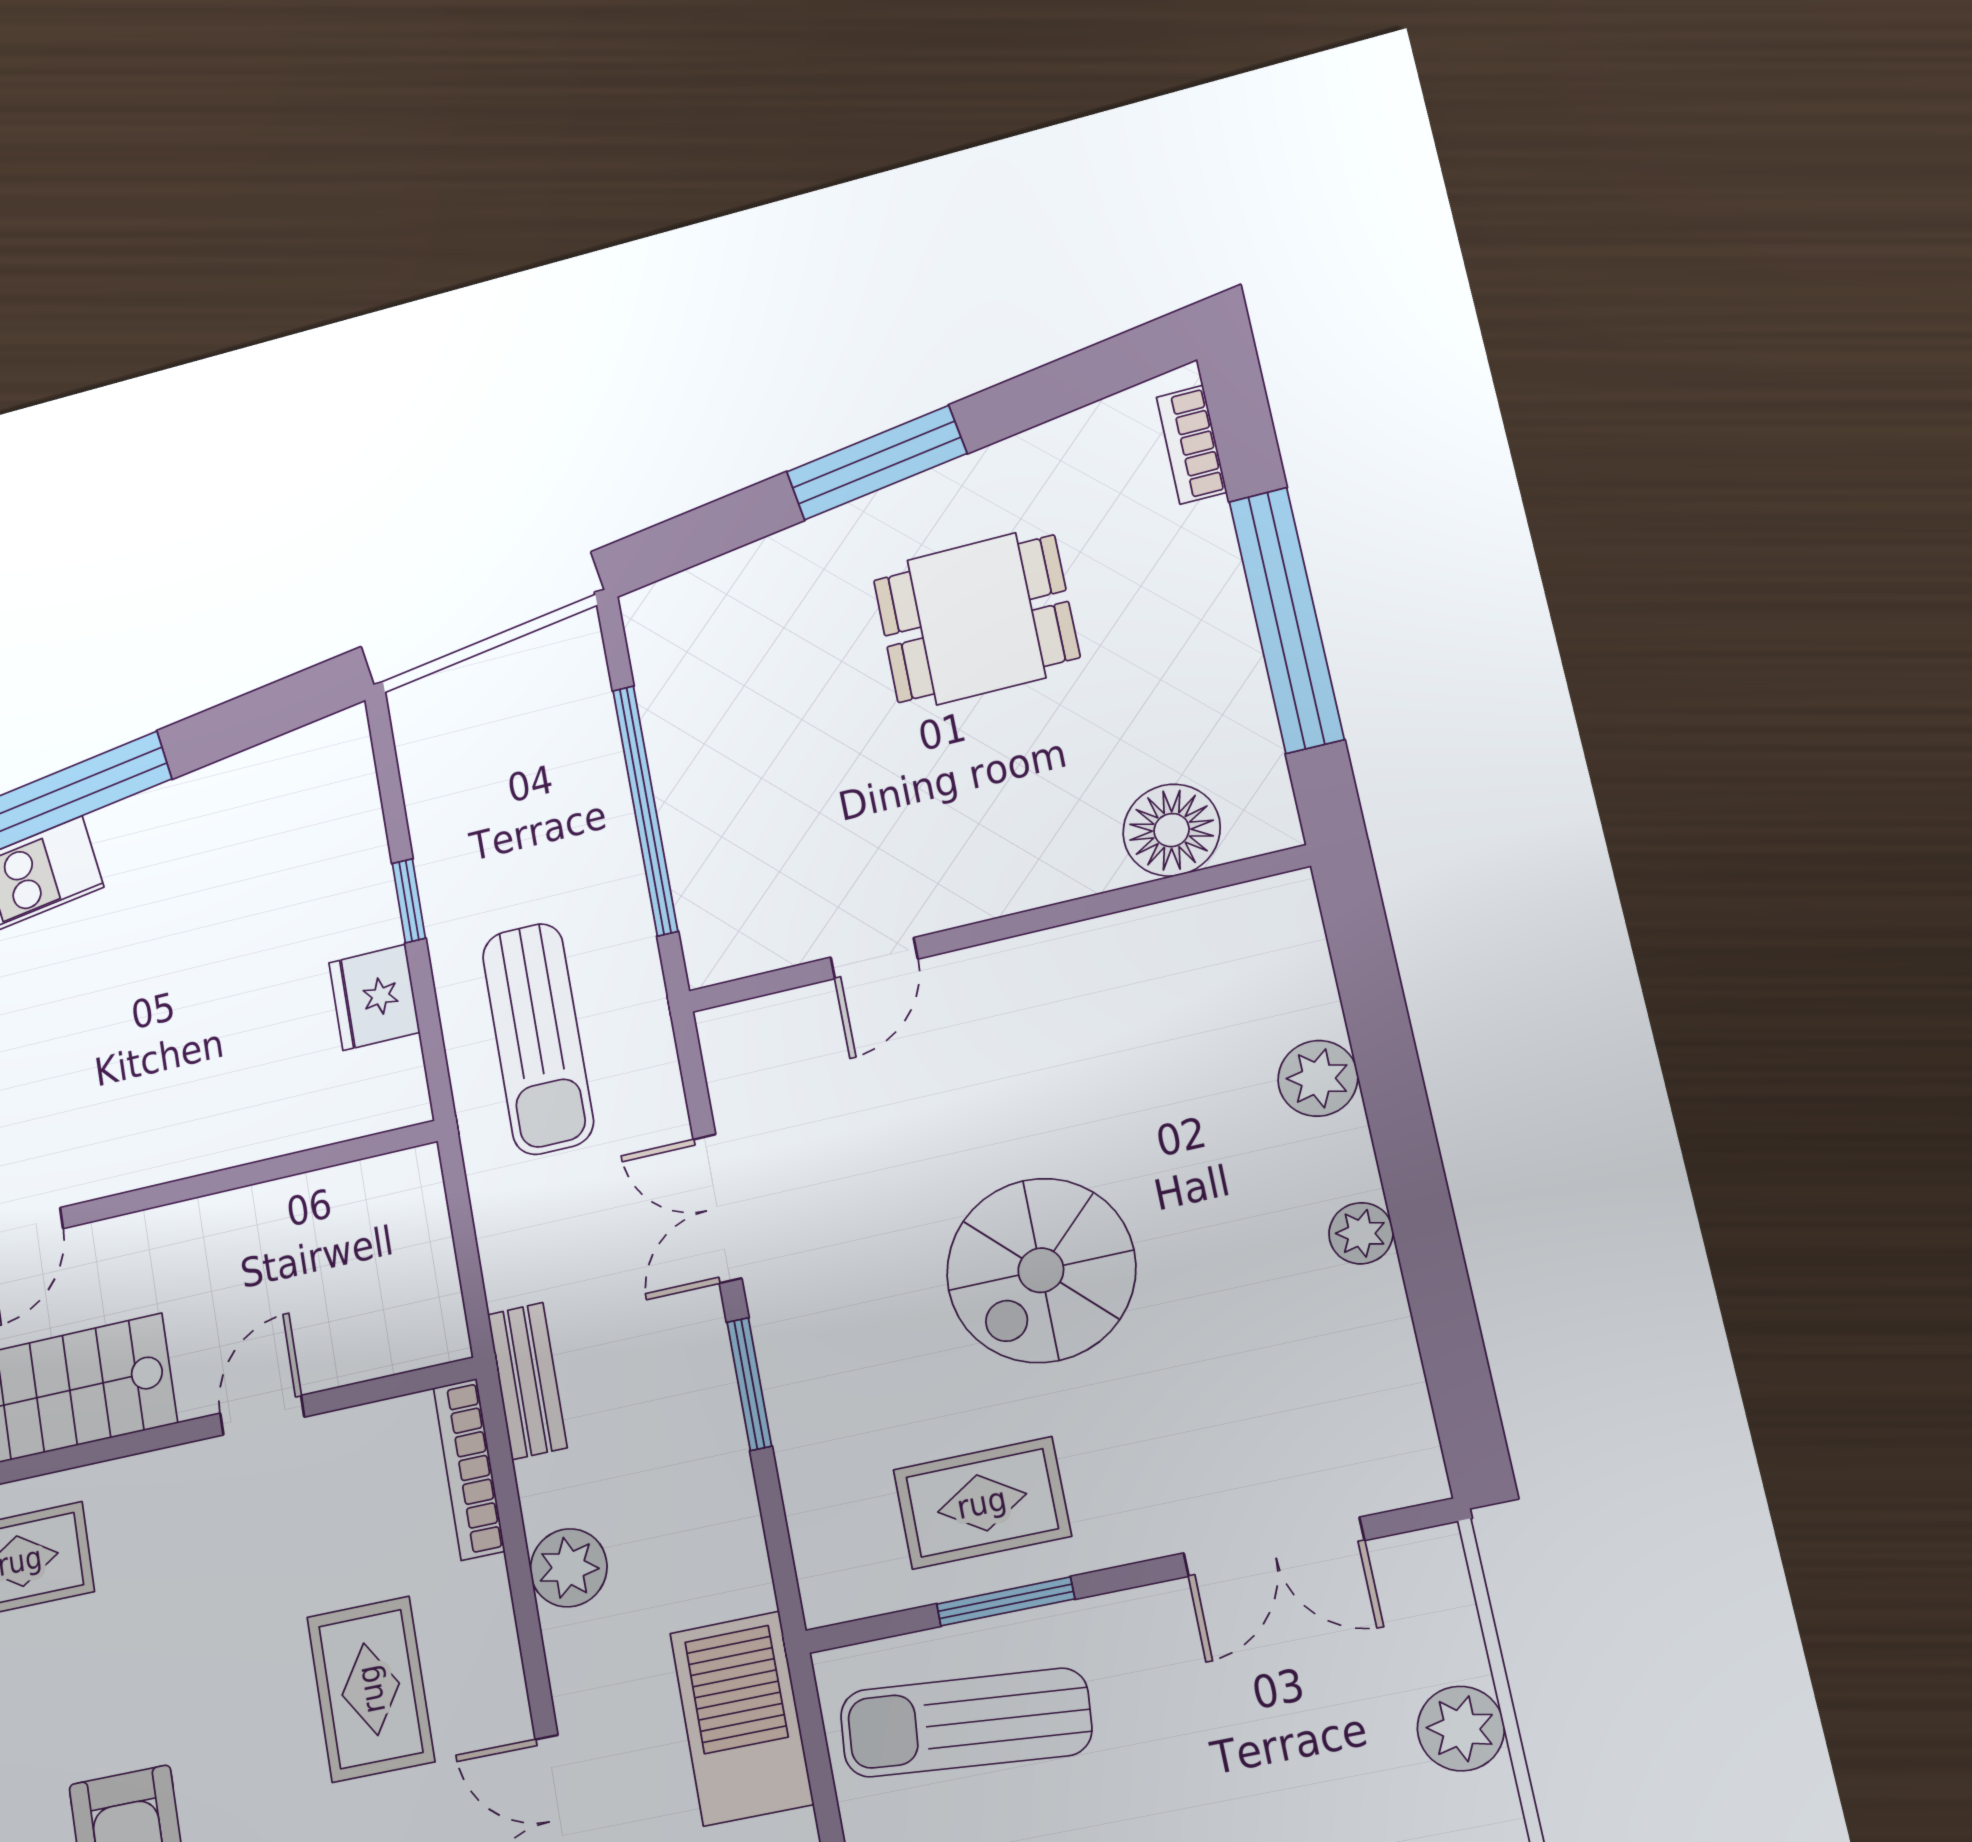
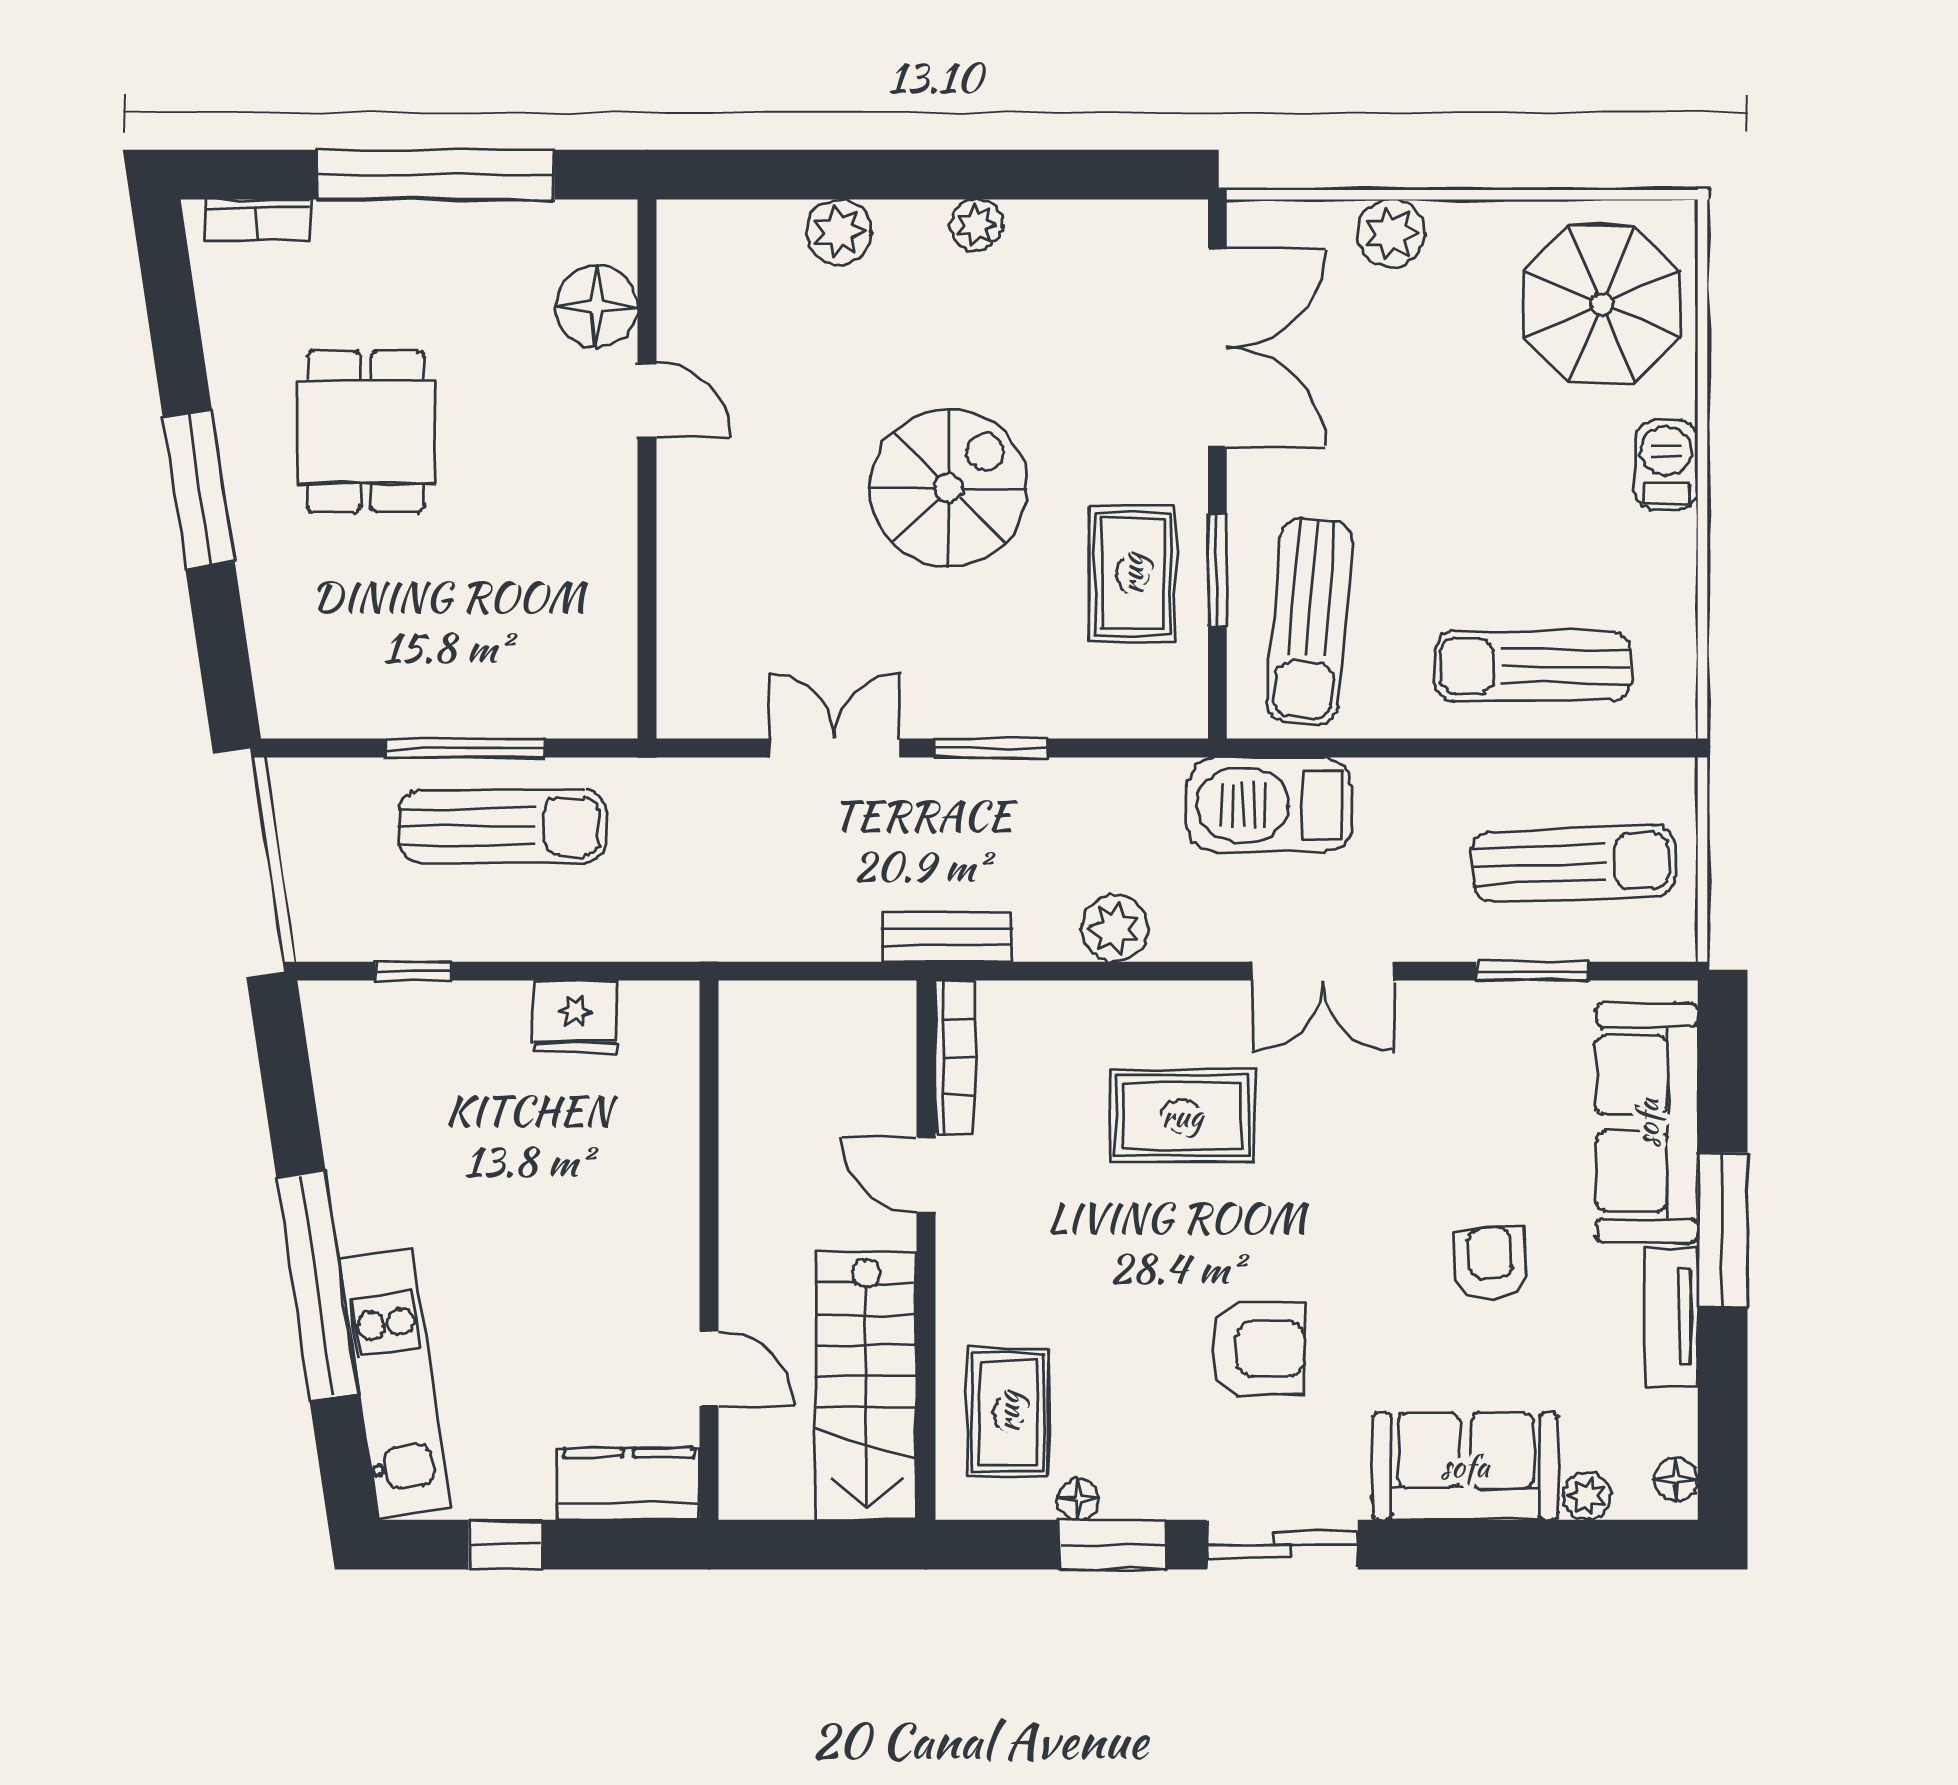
window: (645, 810) -> (465, 748), width x0.68
window: (409, 901) -> (413, 971), moved
door: (874, 958) -> (647, 401), moved
sun lounger: (538, 1039) -> (502, 826), moved
double door: (717, 1209) -> (834, 748), swing flipped
spiral stairs: (1041, 1270) -> (949, 488), turned -90
bookcase: (469, 1469) -> (955, 1057), moved, turned -90
double door: (1274, 1547) -> (1217, 348), width x1.37

